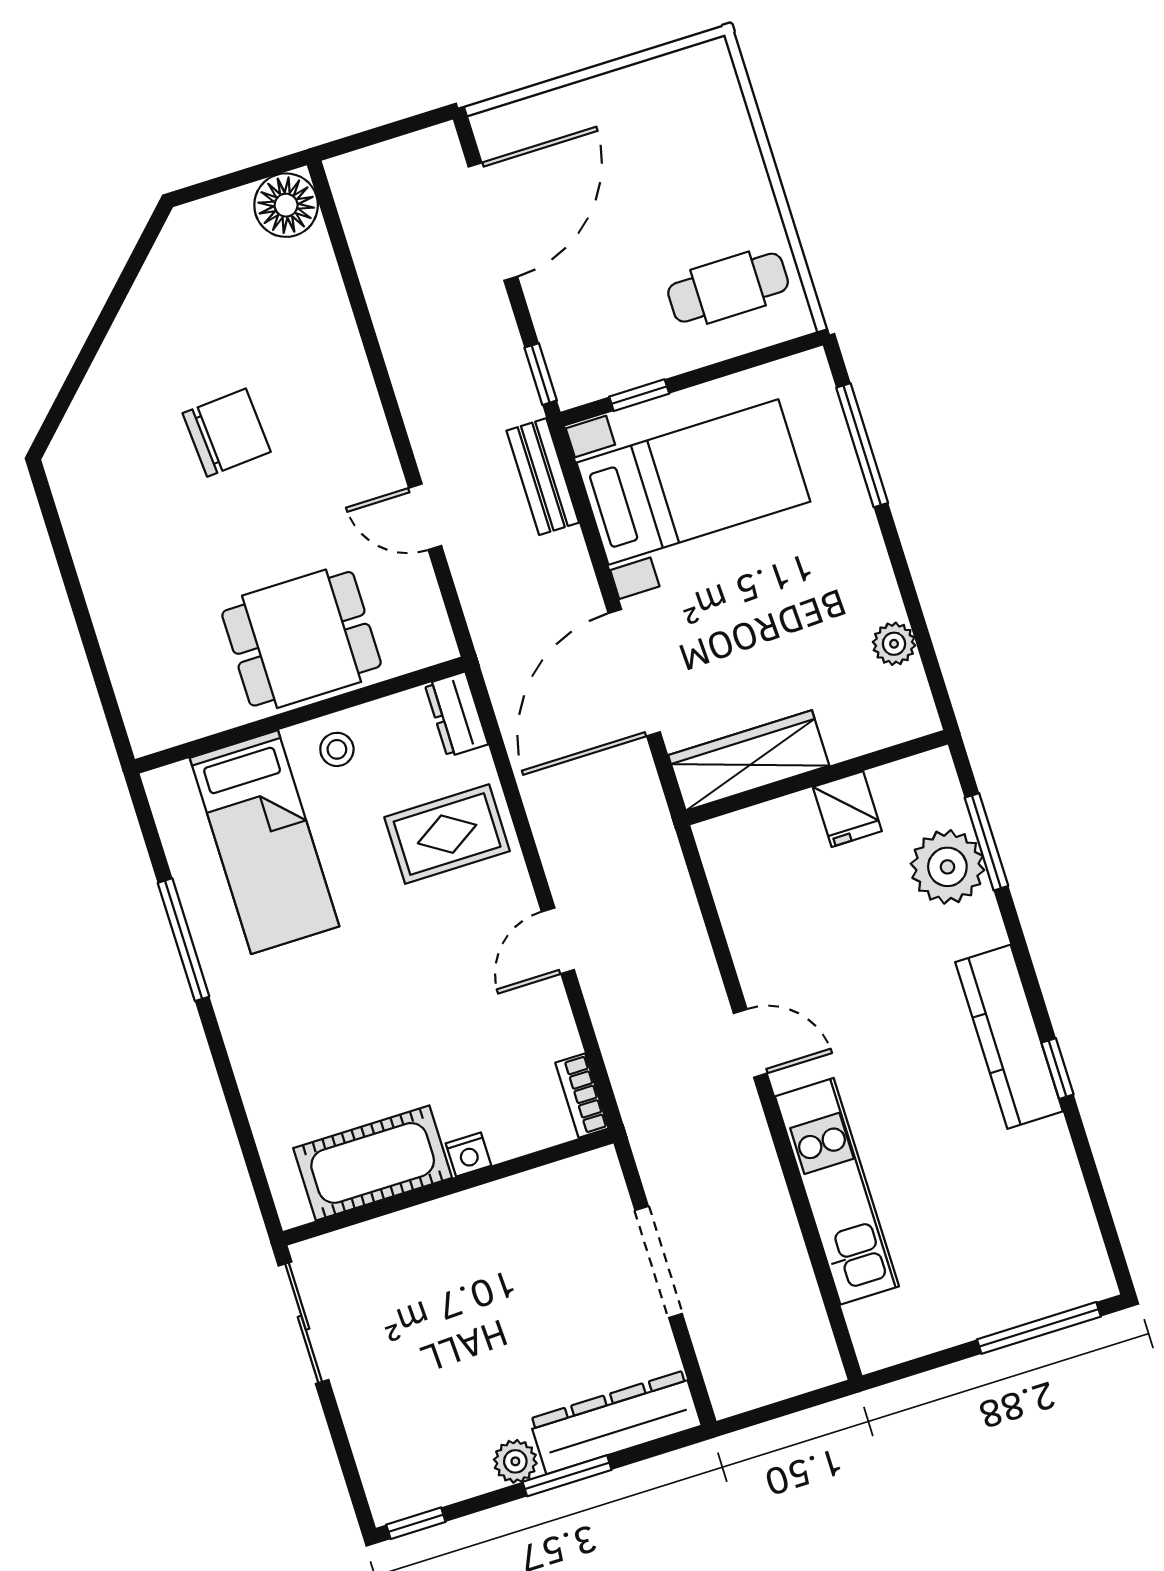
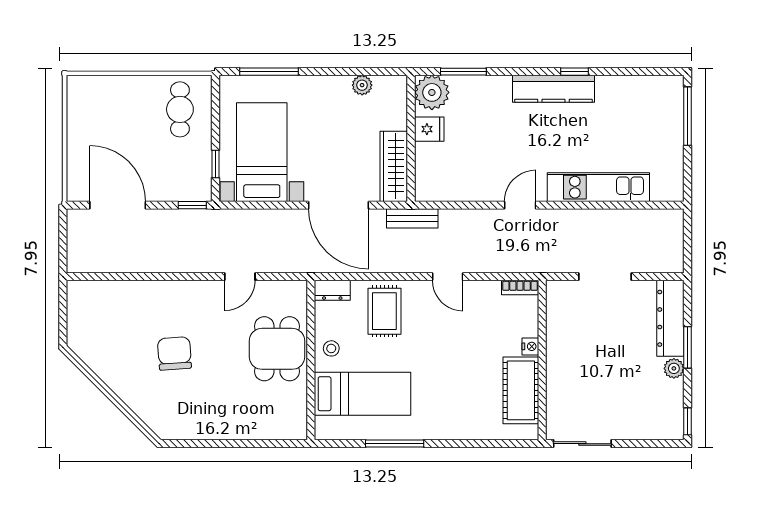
floor lamp: (286, 205) -> (81, 295), removed
bench: (543, 477) -> (412, 218), moved
plant: (947, 867) -> (432, 92), moved

